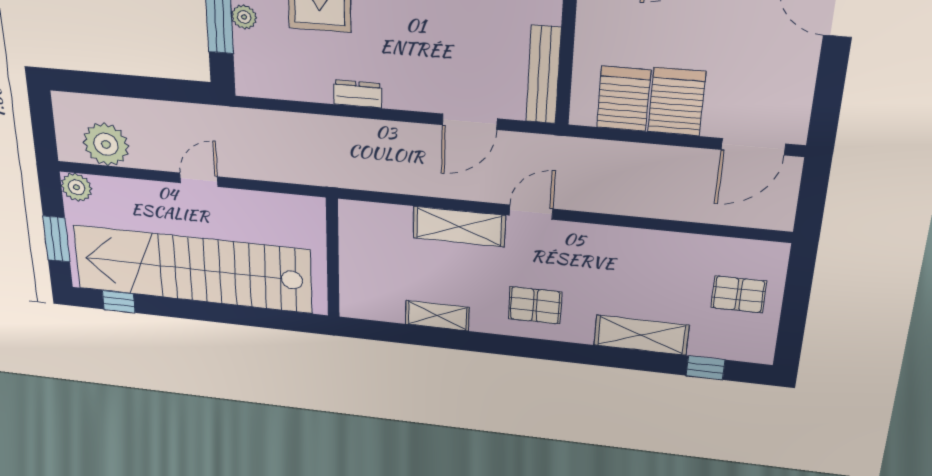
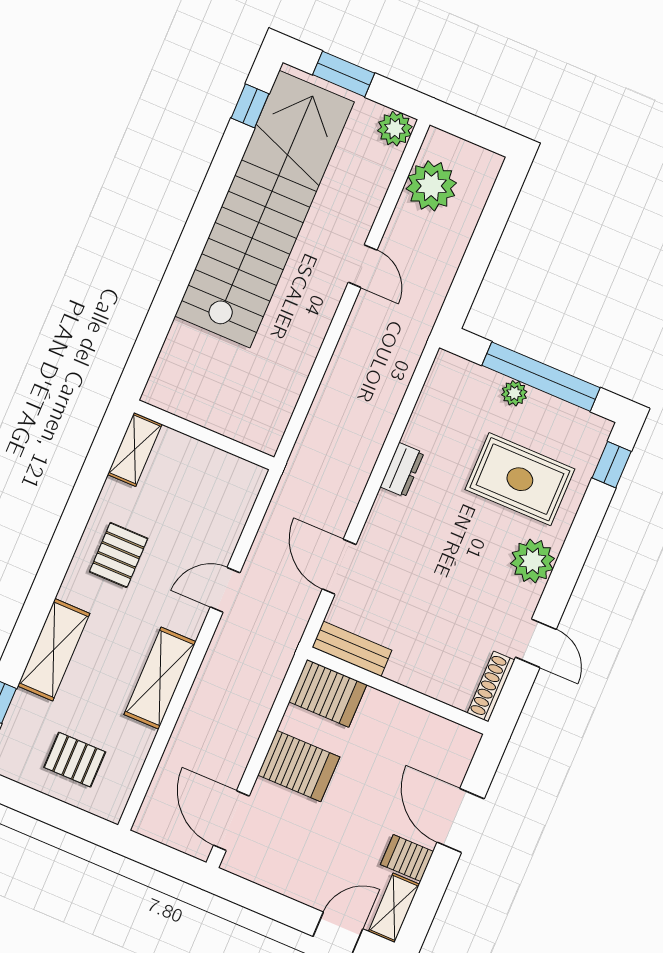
bench: (543, 75) -> (352, 649), width x0.73
server rack: (624, 99) -> (328, 693), moved
door: (531, 212) -> (225, 590), swing flipped
shelving: (459, 227) -> (160, 678), moved
wall: (333, 258) -> (204, 435), moved
pallet: (739, 294) -> (75, 760), turned 90

